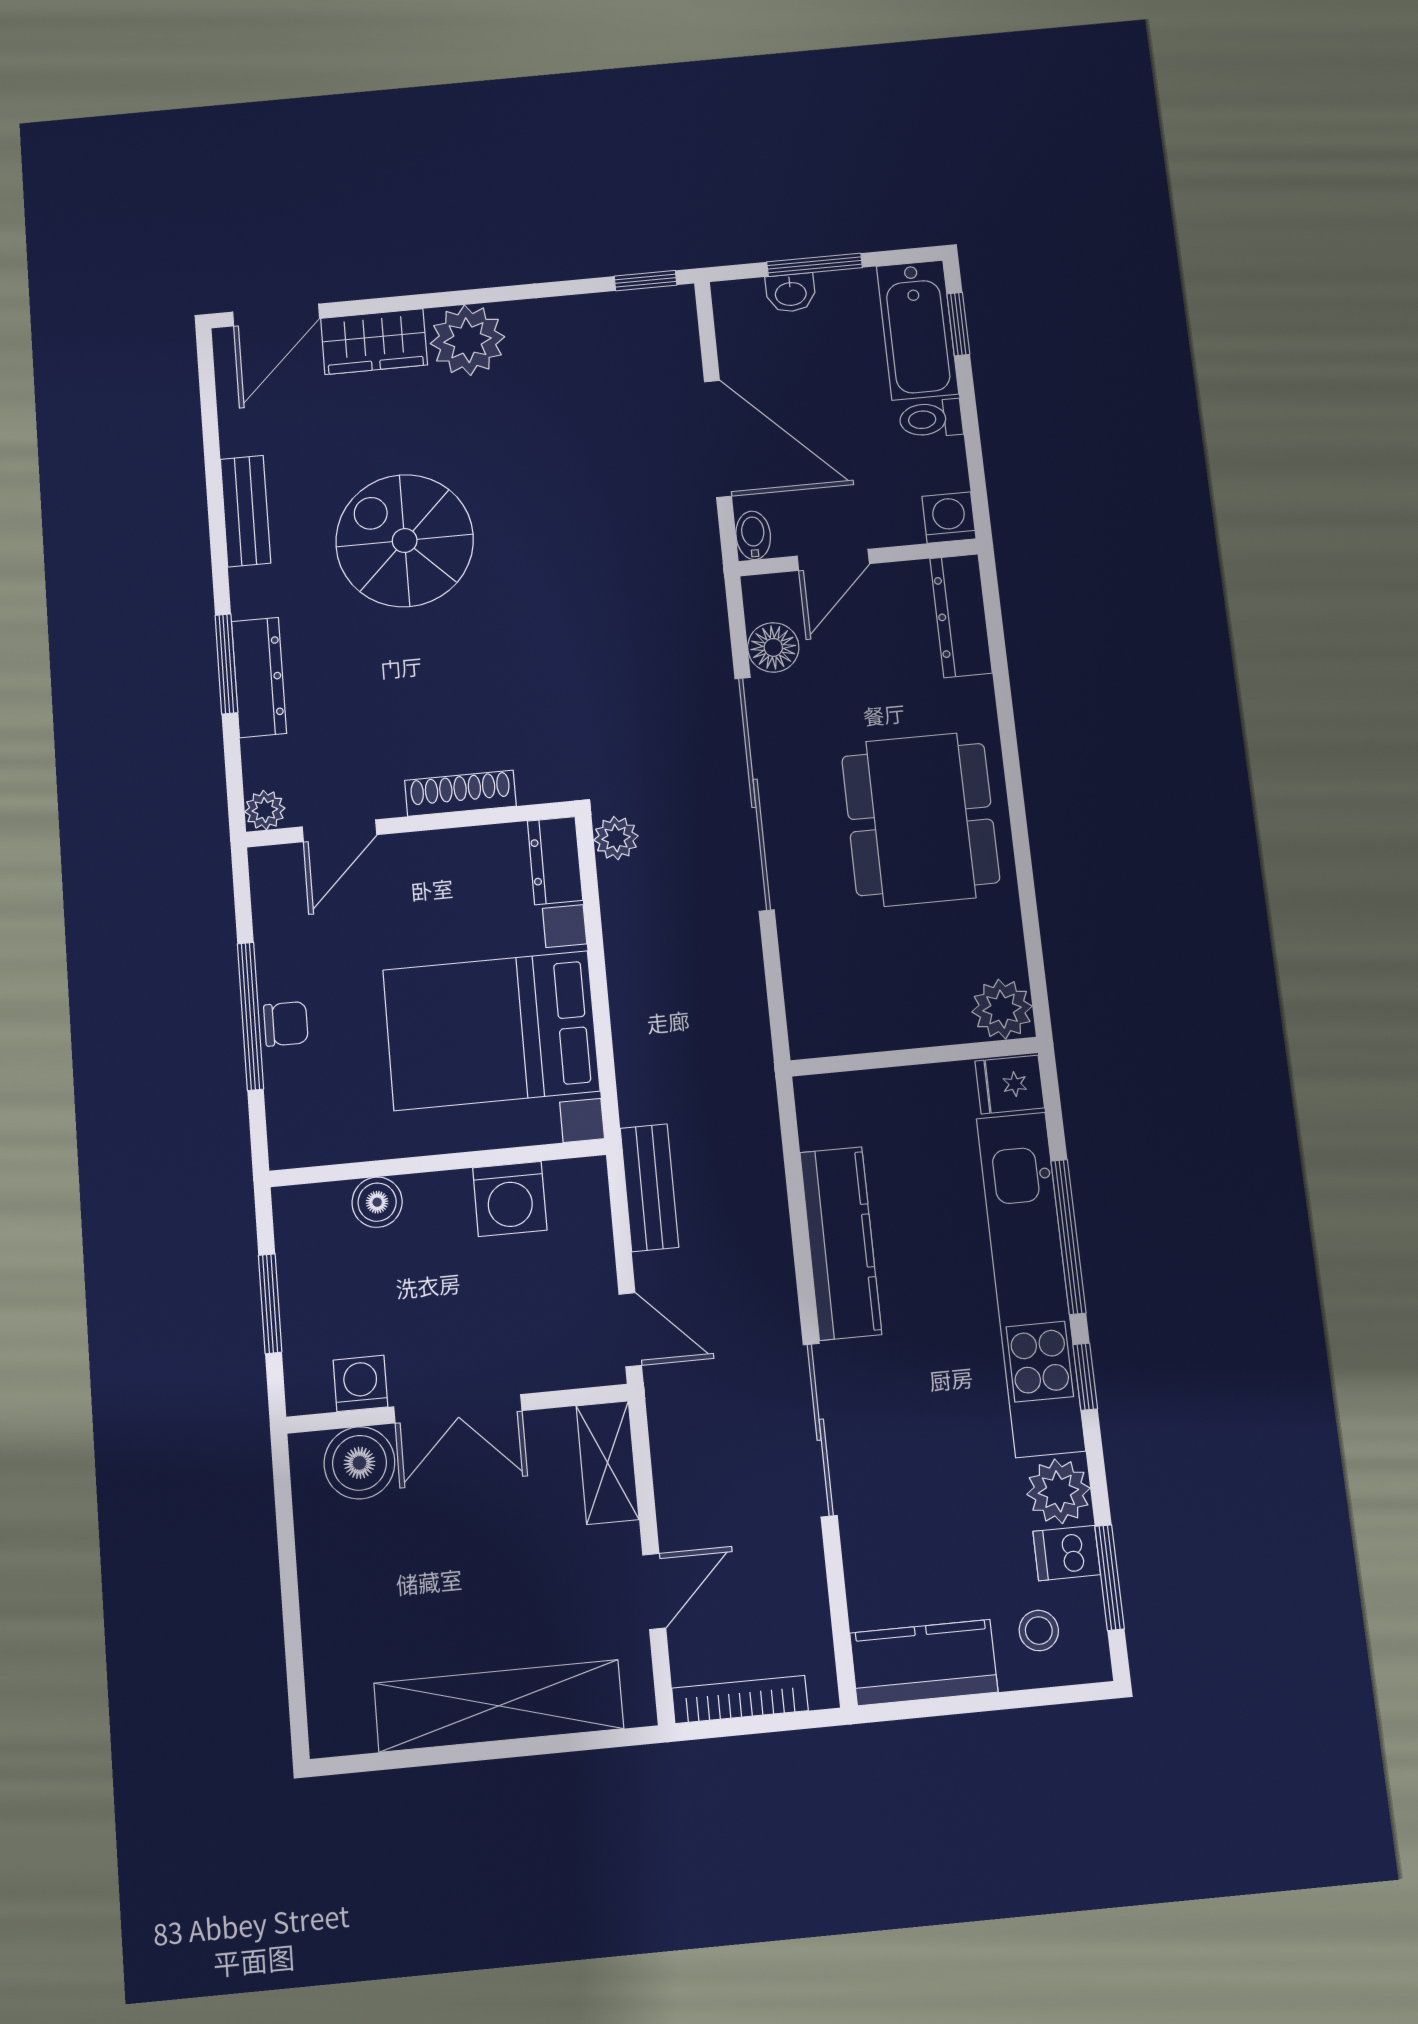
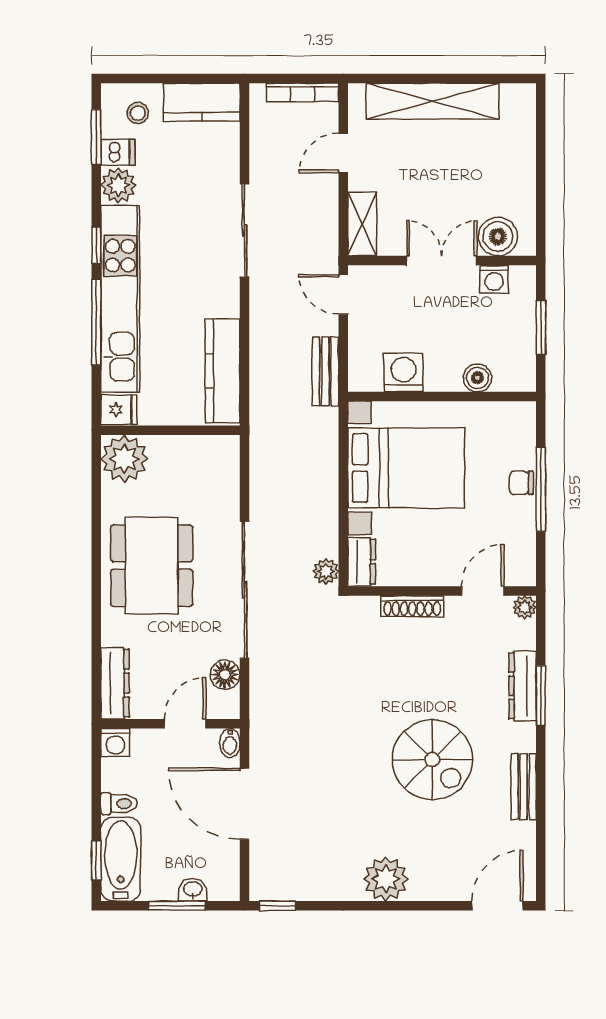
wardrobe: (374, 342) -> (441, 884), removed
plant: (1002, 1009) -> (124, 459), width x1.36, depth x1.36
kitchen counter: (841, 1243) -> (222, 371), moved

